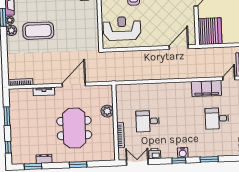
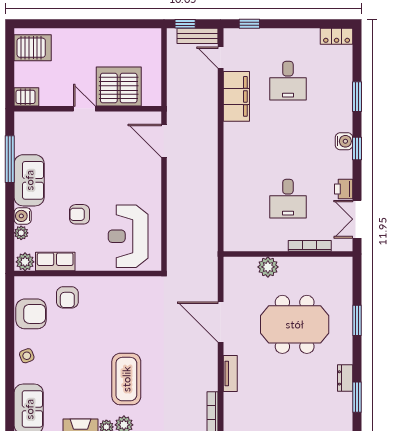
server rack: (210, 31) -> (119, 86), moved

